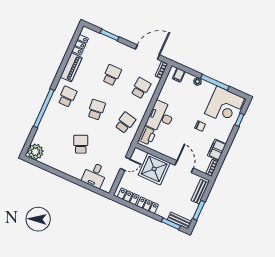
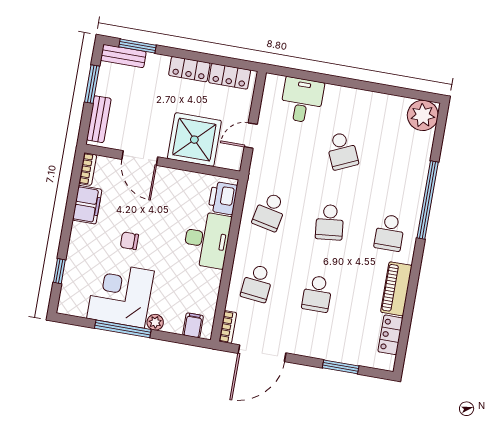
corner desk: (225, 106) -> (120, 295), moved

